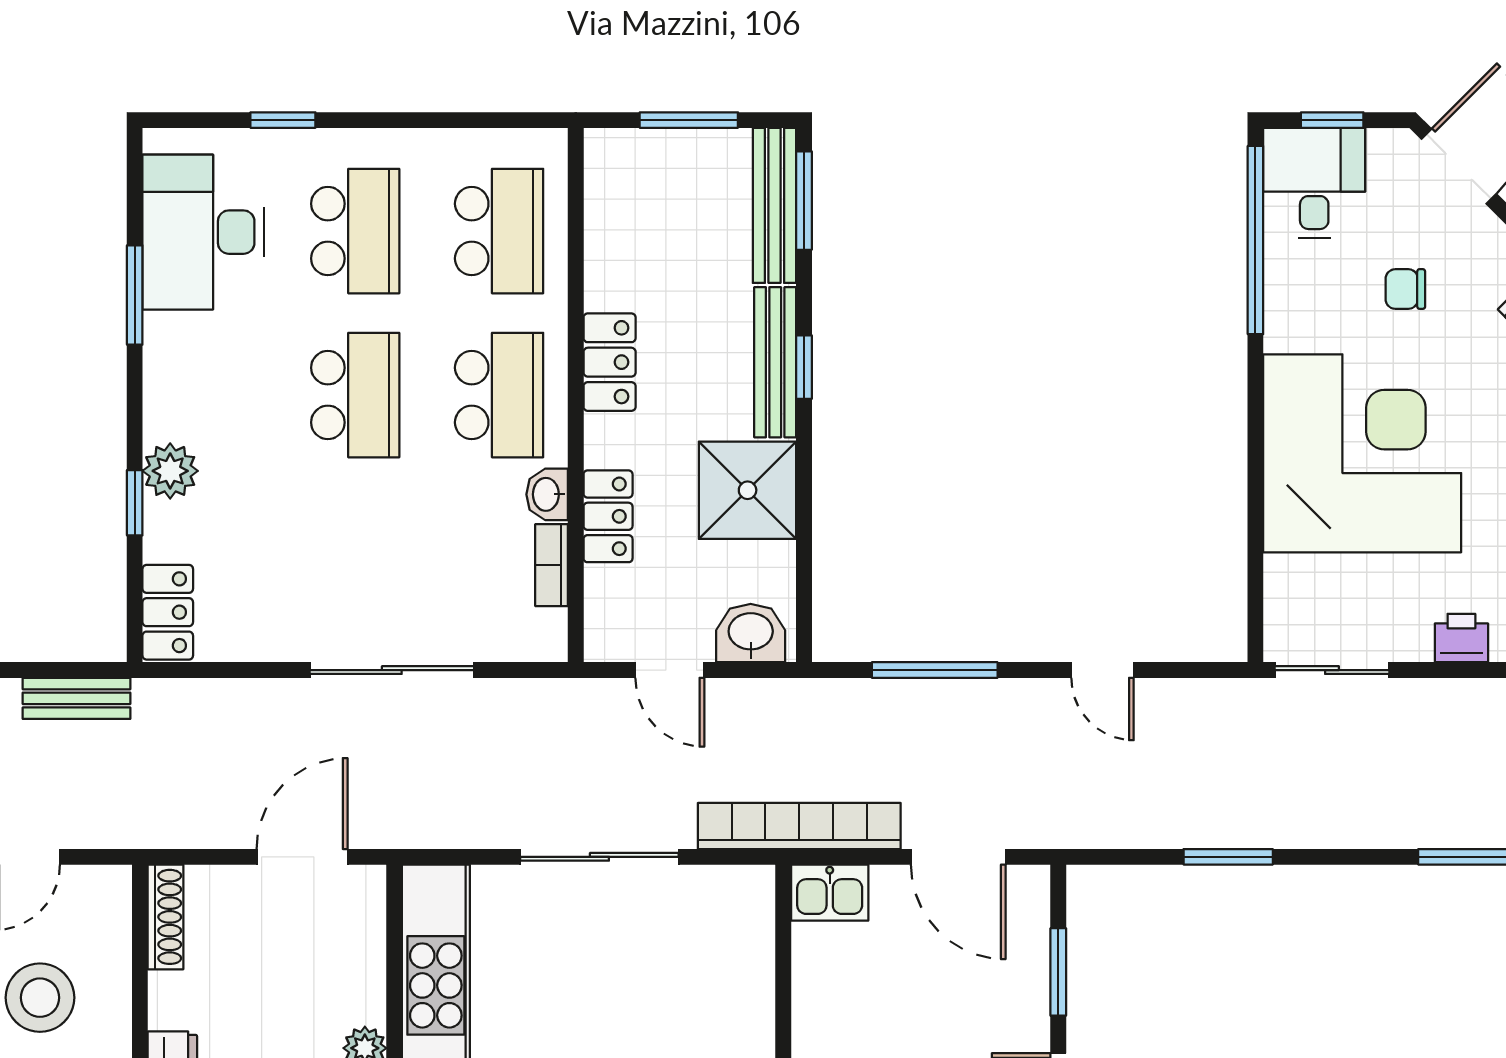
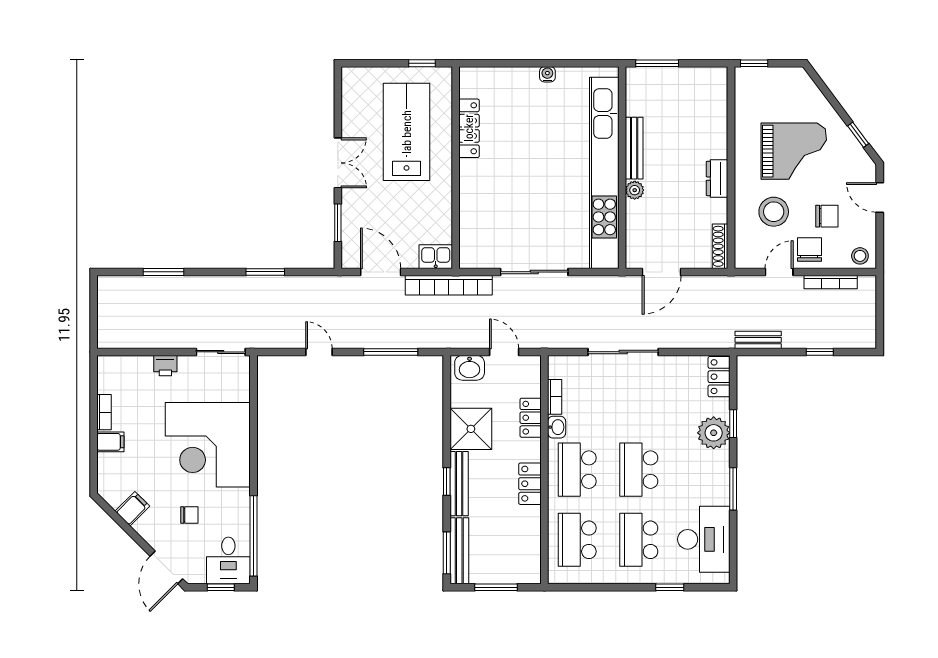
window: (135, 295) -> (733, 489), moved
plant: (170, 471) -> (714, 433), width x1.36, depth x1.36

